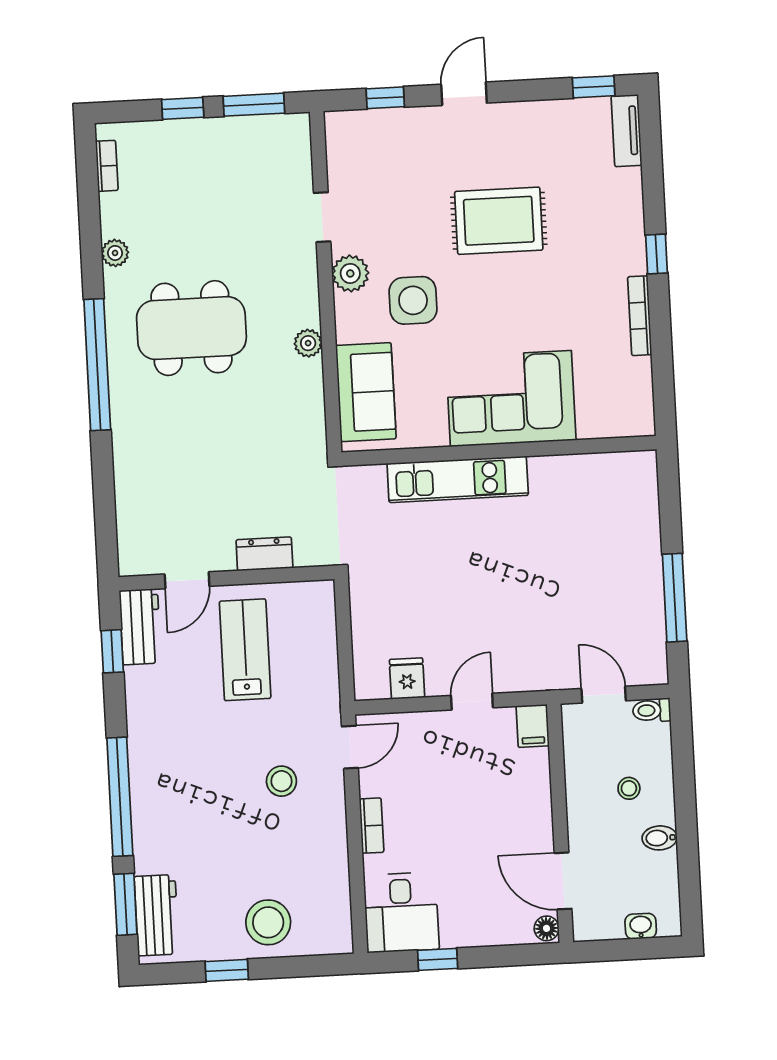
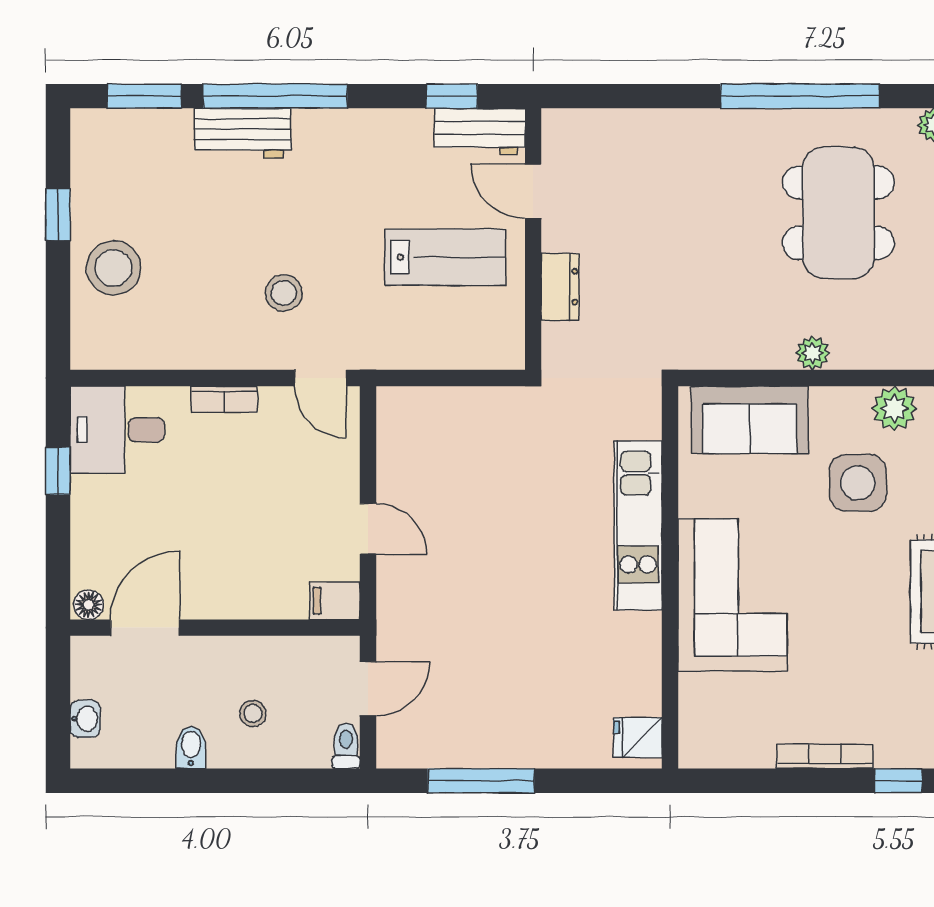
fridge: (407, 678) -> (638, 738), moved, turned 180
workbench: (157, 915) -> (243, 133), moved

